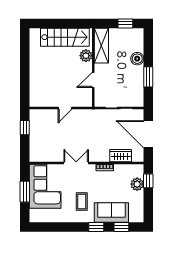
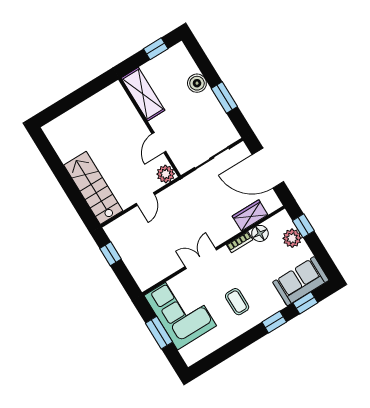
stairs: (65, 37) -> (93, 188), moved, turned -90
plant: (86, 56) -> (166, 174), moved
floor lamp: (120, 170) -> (260, 233), added
sofa: (111, 213) -> (301, 281), moved

